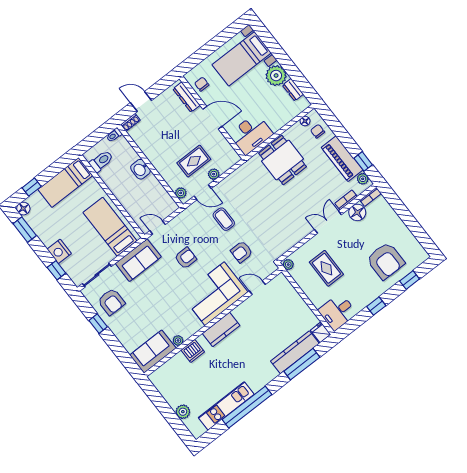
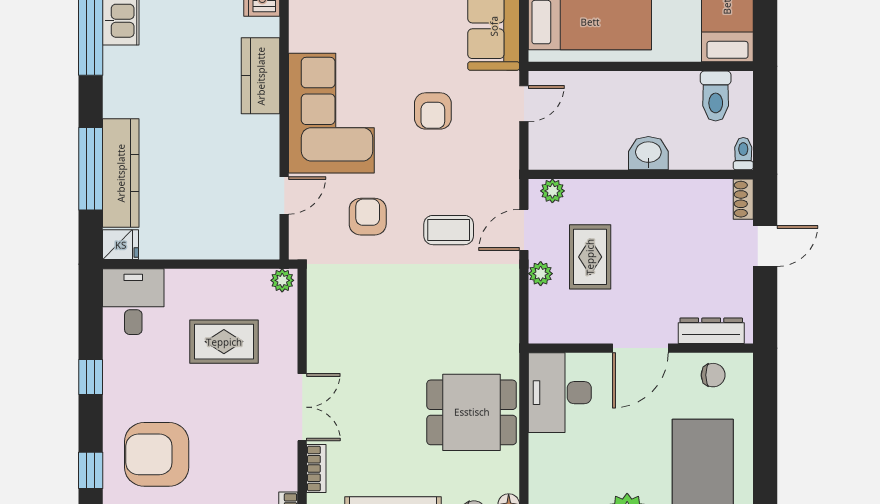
floor lamp: (357, 212) -> (279, 471), removed

